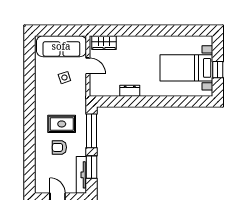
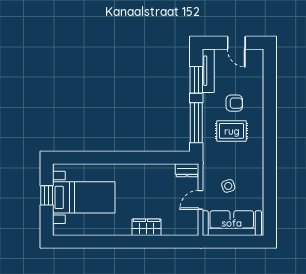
wardrobe: (104, 43) -> (147, 227), moved
door: (88, 66) -> (200, 200), hinge flipped
dresser: (130, 91) -> (187, 170), moved

